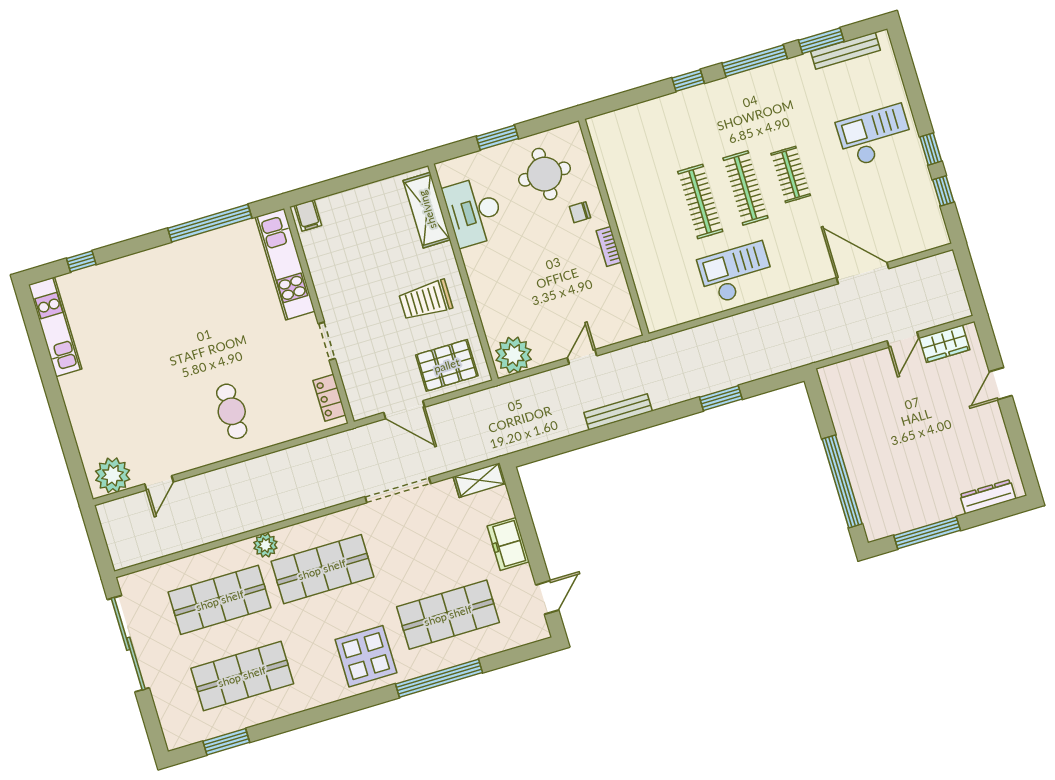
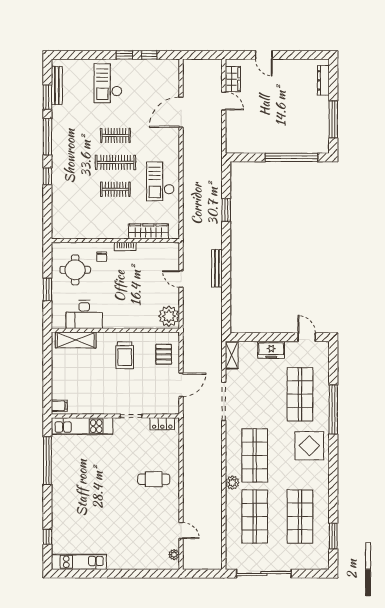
clothes rail: (700, 201) -> (115, 189), width x0.73
wardrobe: (646, 278) -> (148, 231), added
pallet: (447, 365) -> (164, 354), width x0.67, depth x0.71
plant: (113, 475) -> (174, 555), width x0.53, depth x0.53

